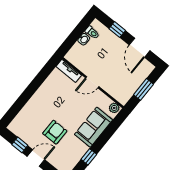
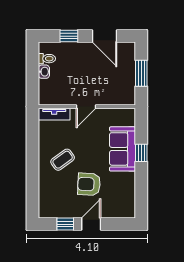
coffee table: (51, 103) -> (63, 160), added
plant: (114, 108) -> (127, 114), removed
armchair: (55, 132) -> (89, 184), turned -87
window: (89, 157) -> (141, 153), moved

